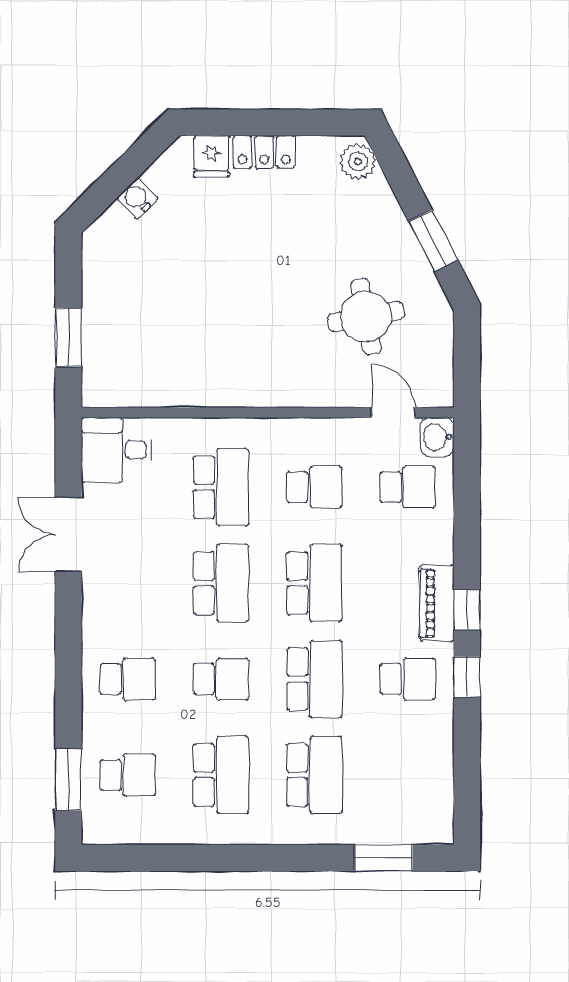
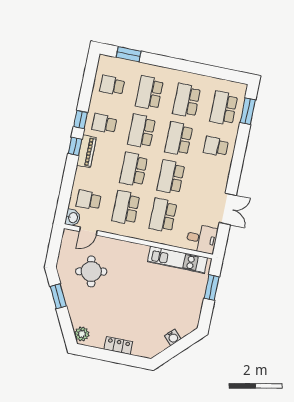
fridge: (211, 156) -> (140, 348), removed
kitchen unit: (164, 387) -> (177, 260), added
door: (393, 412) -> (88, 231), hinge flipped
school desk: (314, 487) -> (126, 208), width x1.85
school desk: (221, 679) -> (179, 139), width x1.85
school desk: (128, 775) -> (224, 108), width x1.85
school desk: (408, 775) -> (112, 85), added

